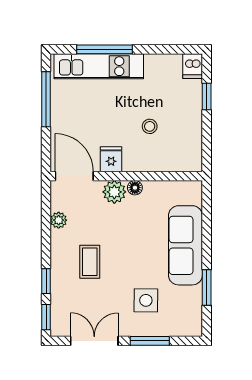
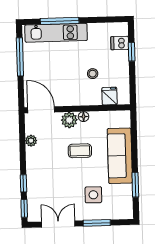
dishwasher: (193, 66) -> (120, 43), moved, turned 90
fridge: (111, 159) -> (109, 96), moved
coffee table: (90, 262) -> (80, 151), moved, turned 90

